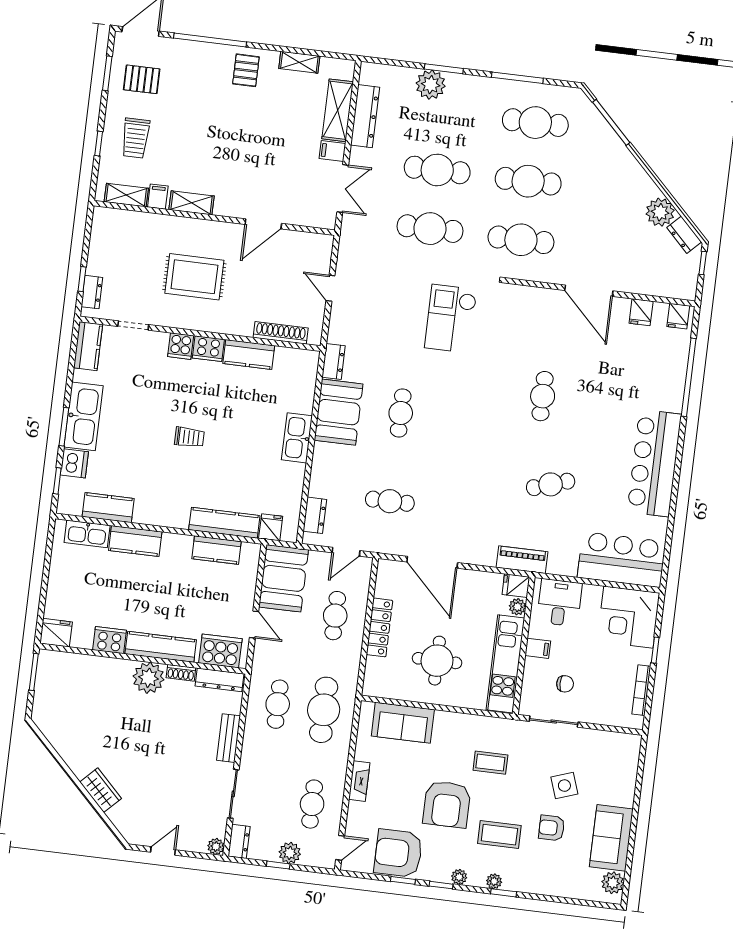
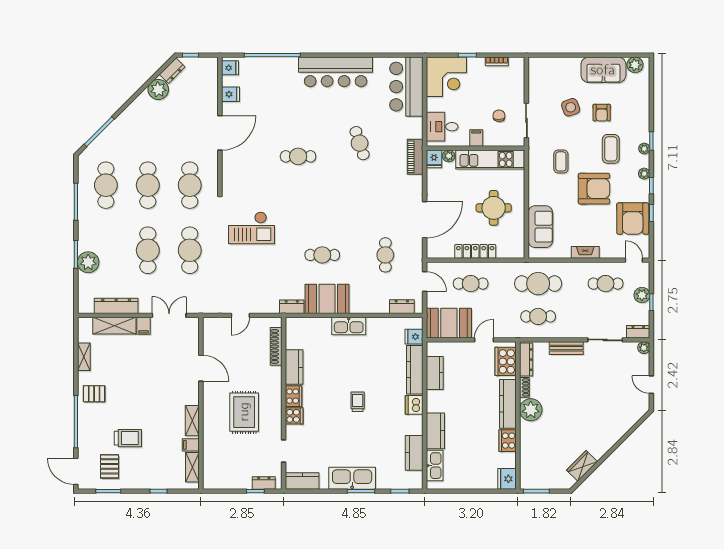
trolley: (136, 138) -> (128, 438), moved
dishwasher: (74, 463) -> (414, 405), moved, turned -90
bookcase: (641, 690) -> (497, 61), width x0.64
wardrobe: (101, 790) -> (582, 466), moved

